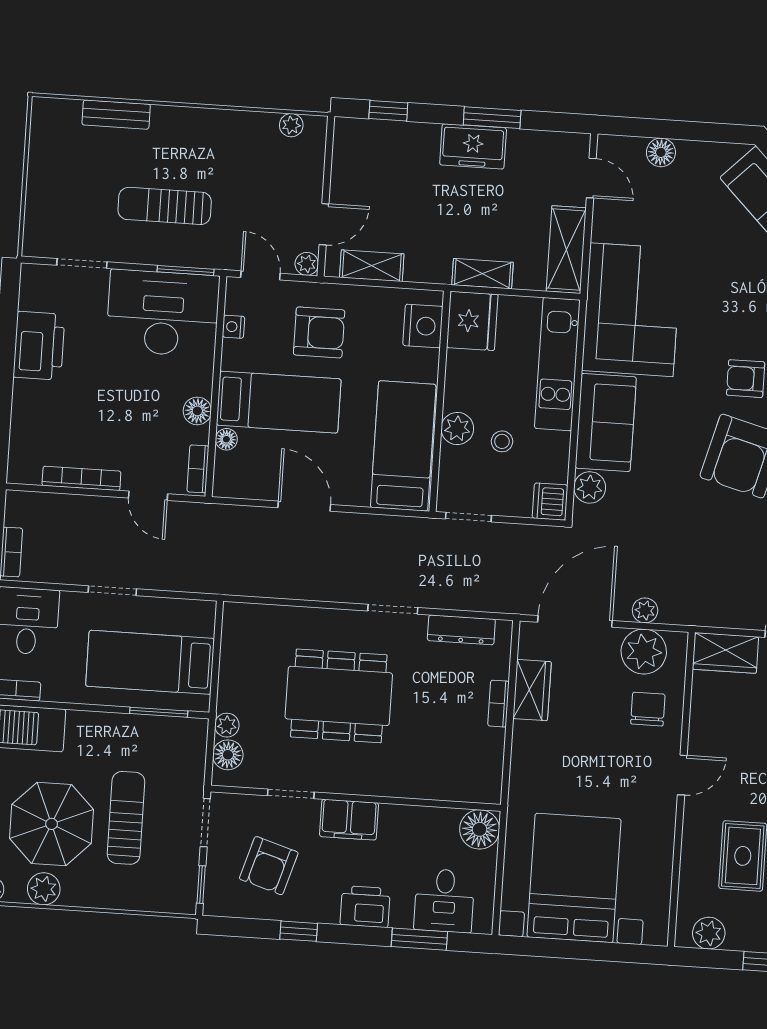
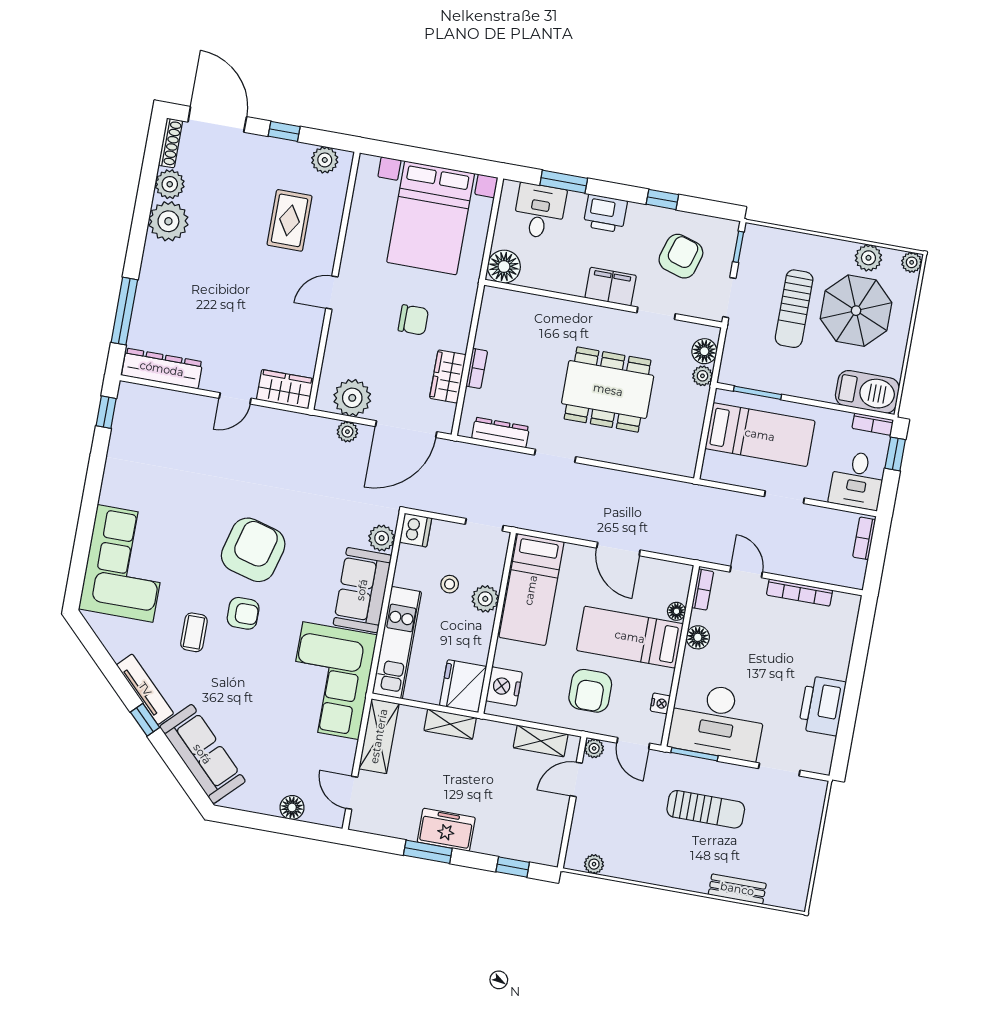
armchair: (319, 332) -> (590, 691), turned -90
chair: (648, 709) -> (413, 320), moved, turned -90

